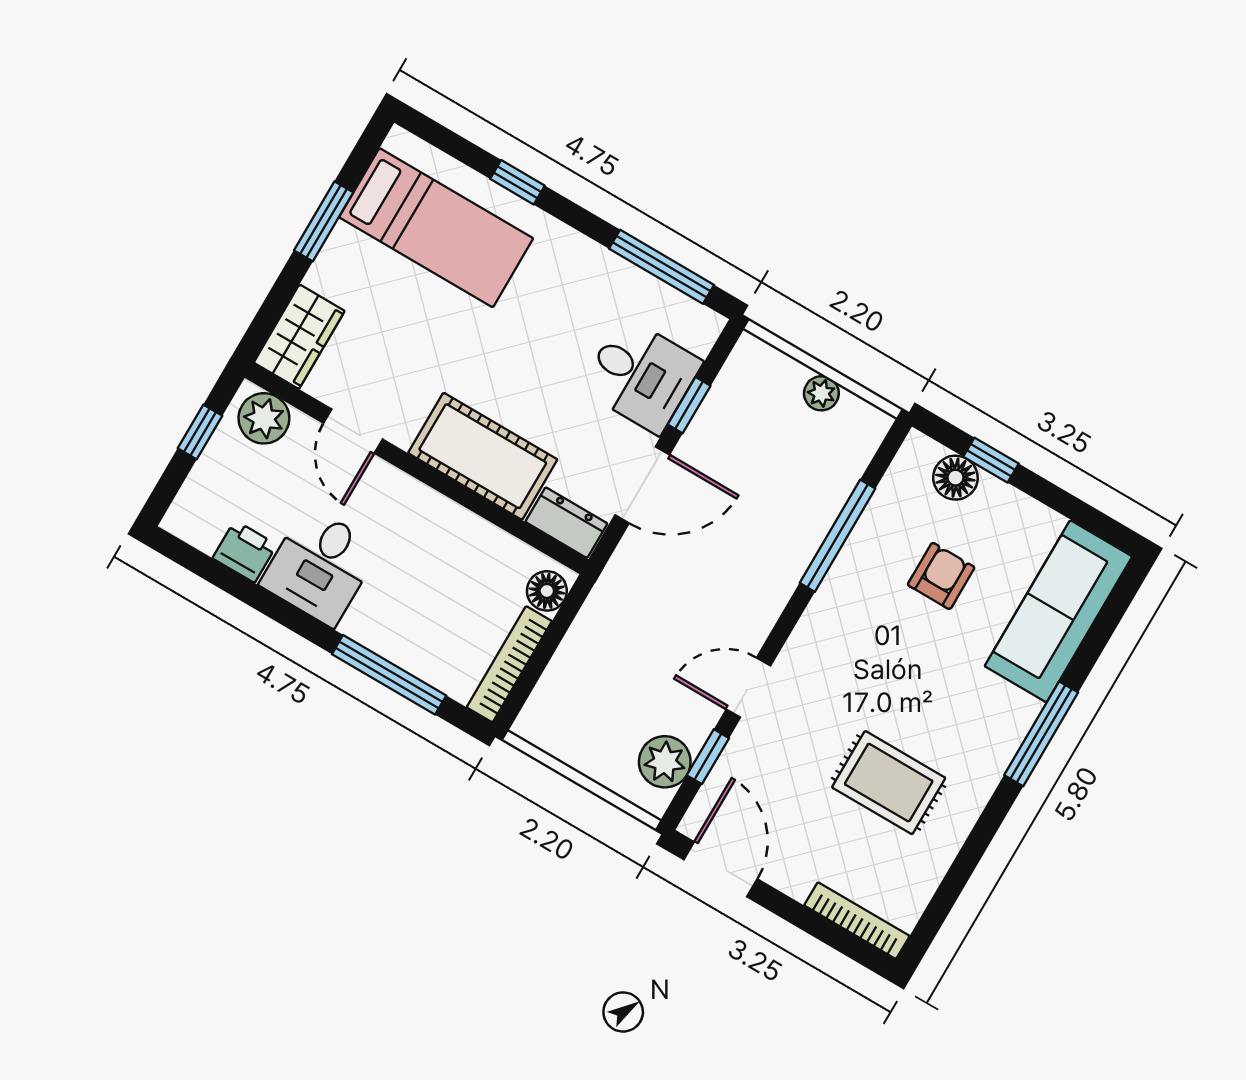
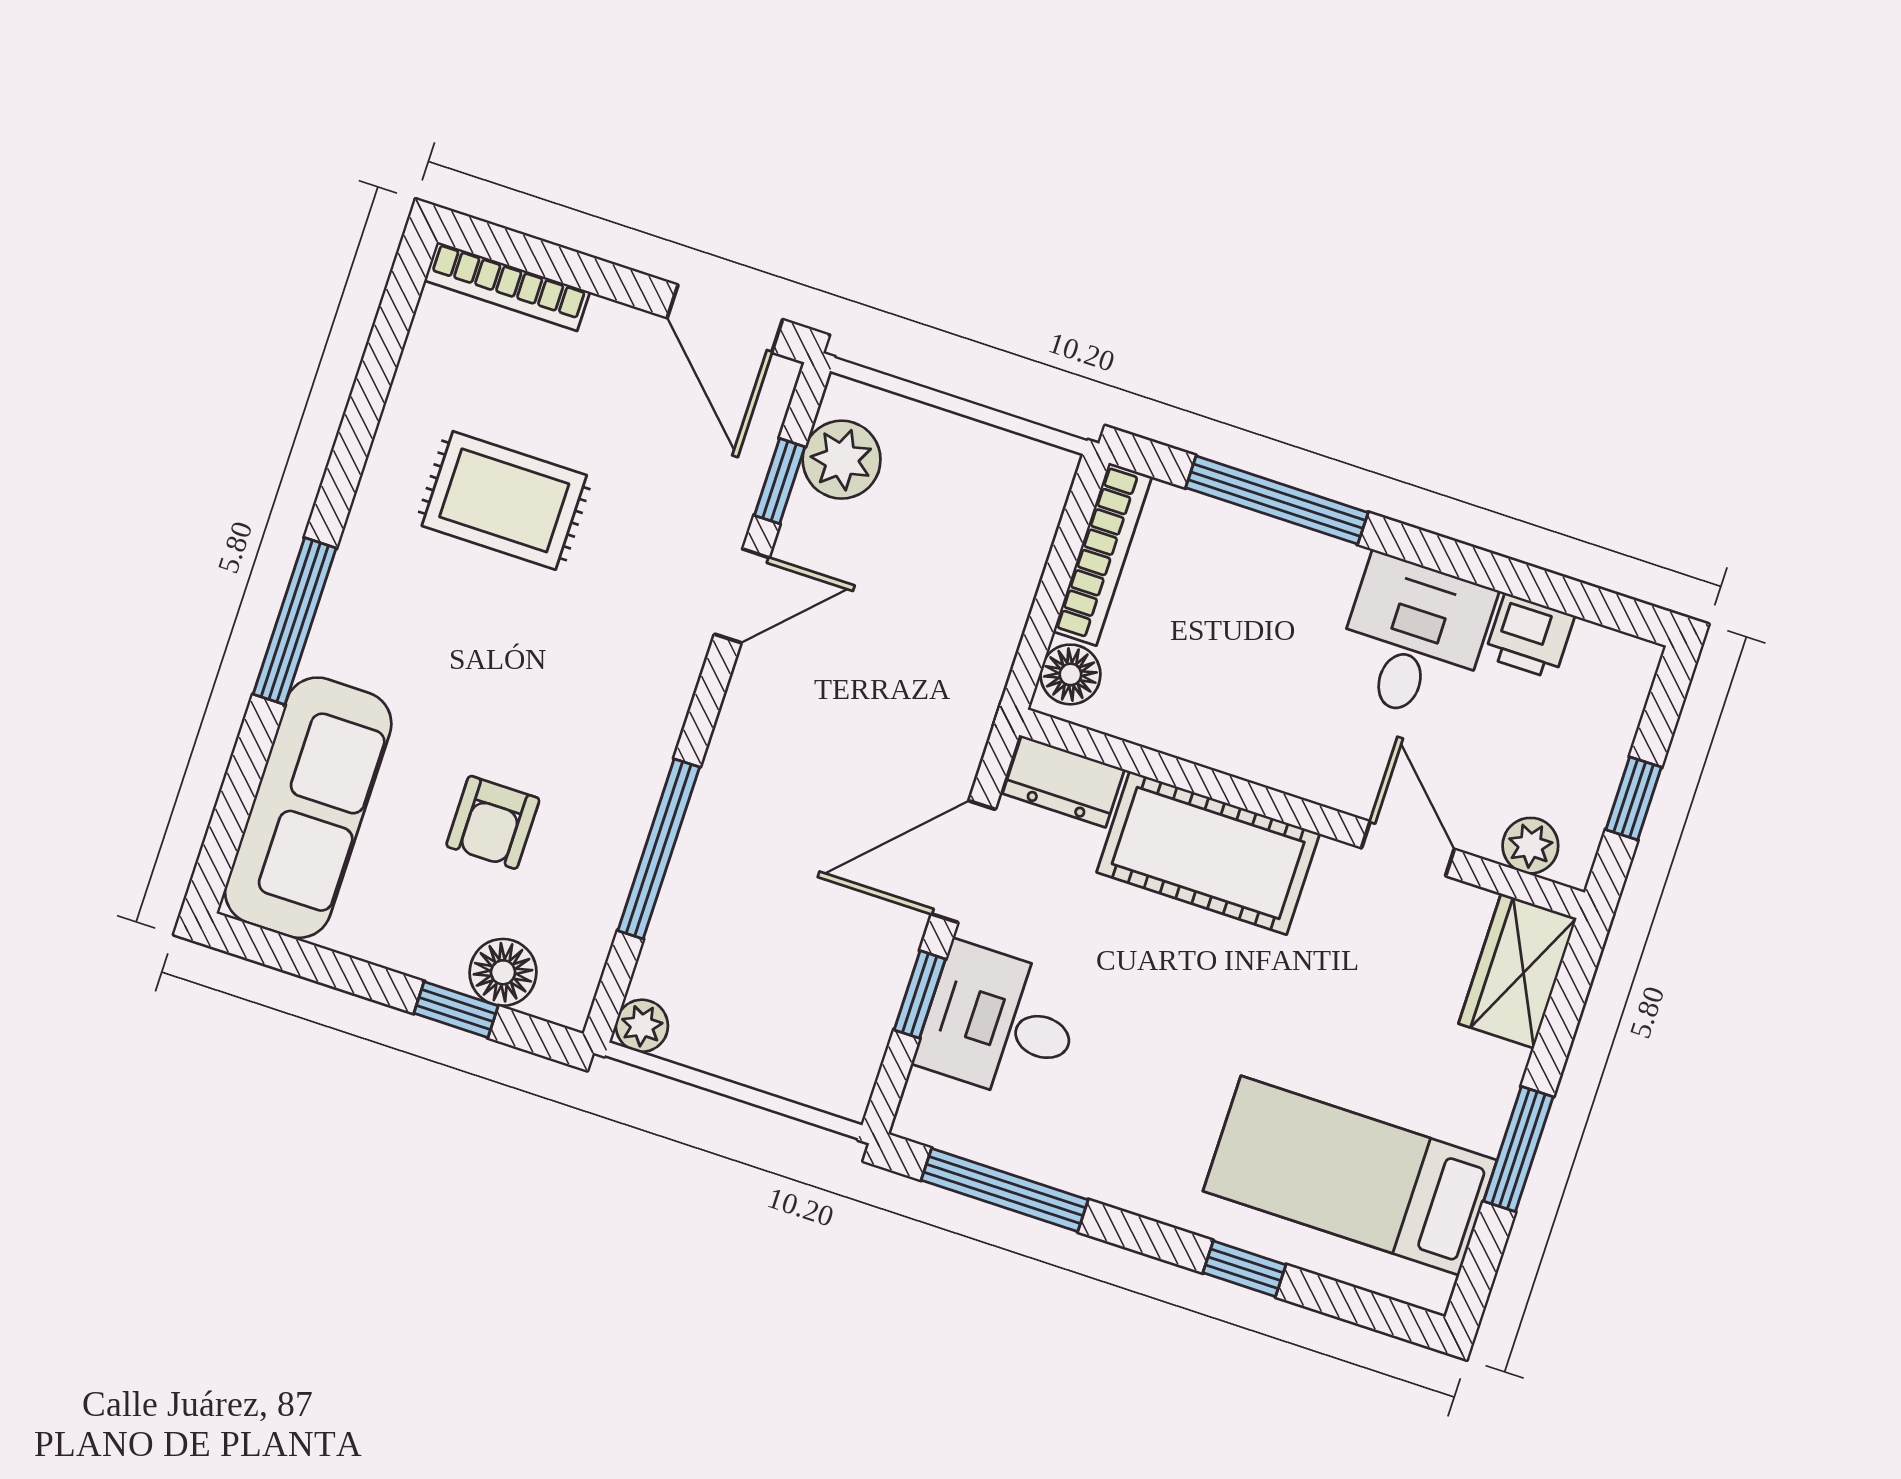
plant: (821, 393) -> (642, 1026), moved
plant: (264, 418) -> (1530, 846), width x0.73, depth x0.73

